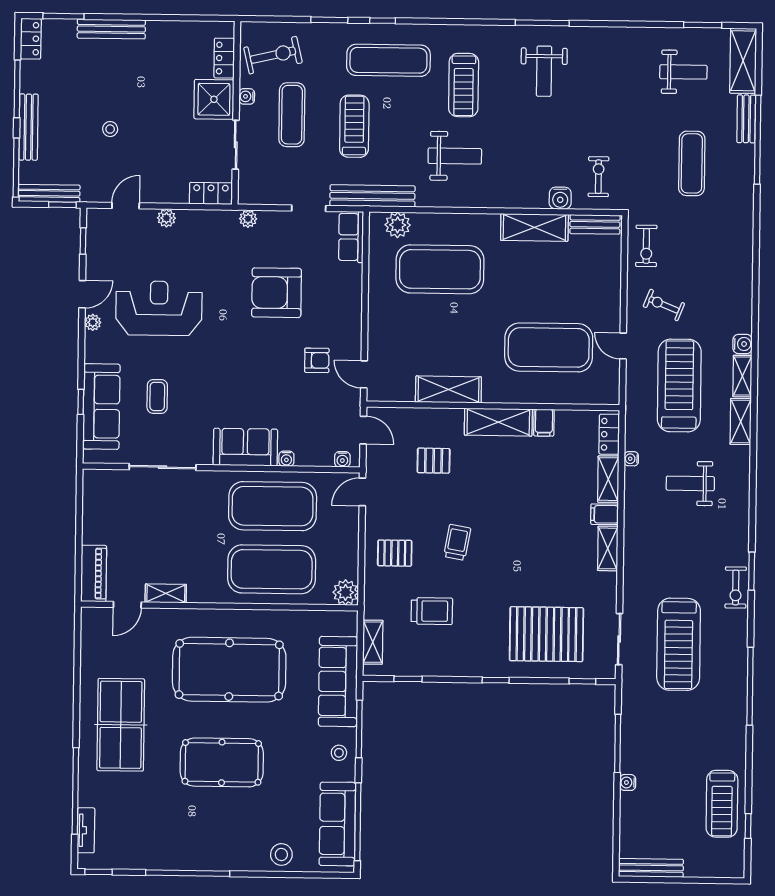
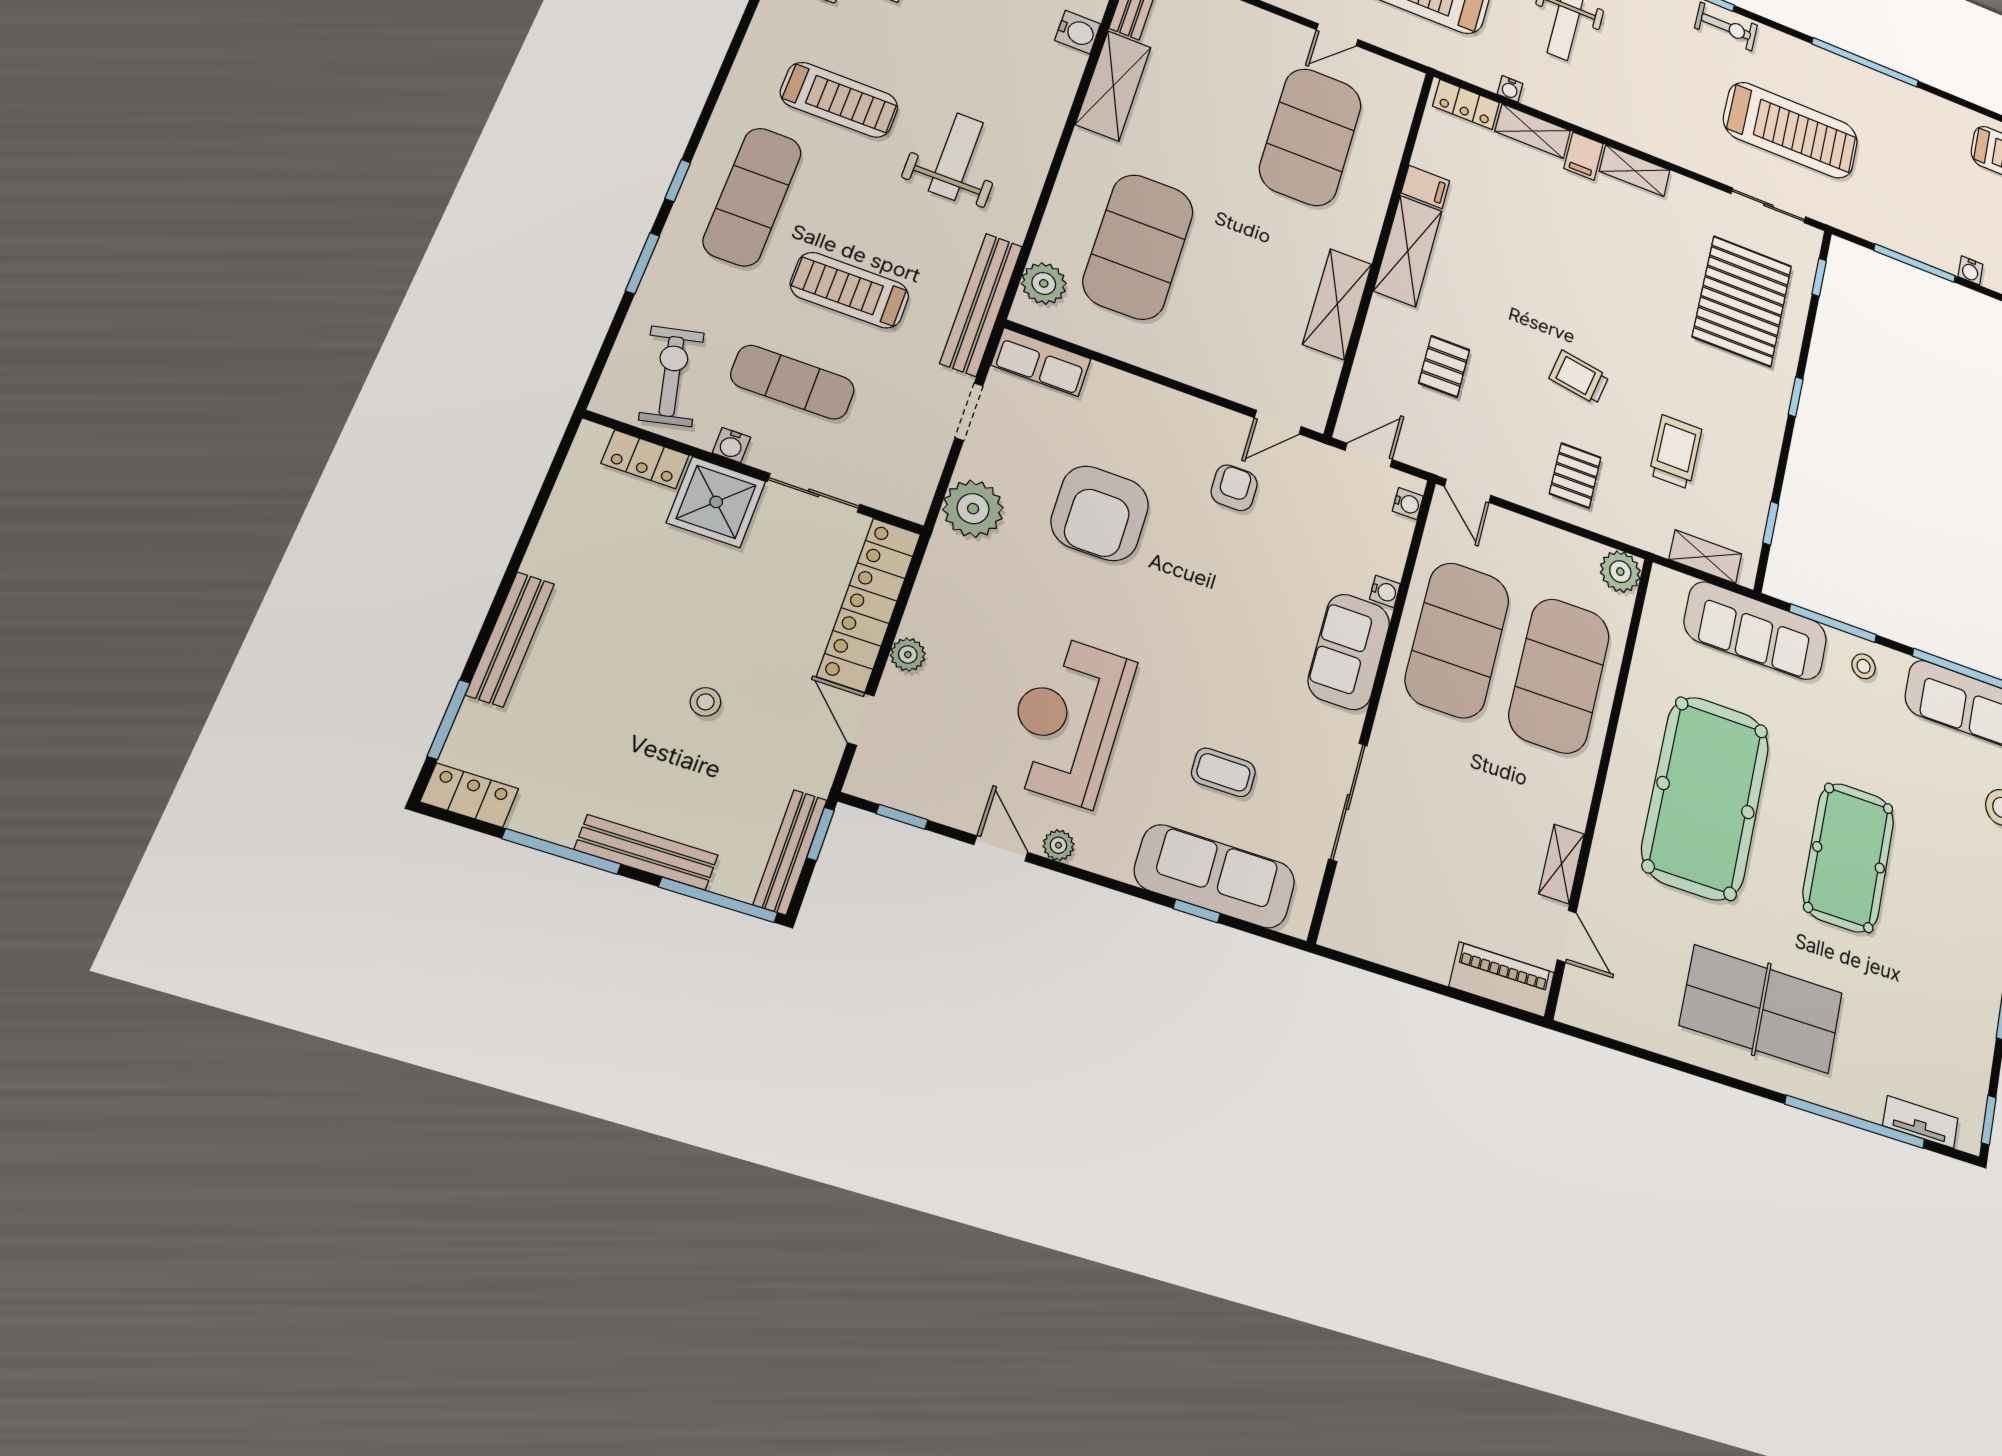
locker: (211, 193) -> (869, 604), width x2.16, depth x1.21
plant: (248, 219) -> (973, 509), width x1.87, depth x1.87

